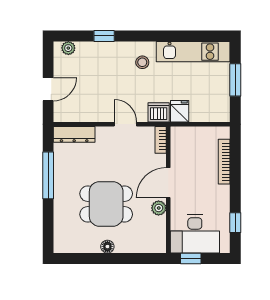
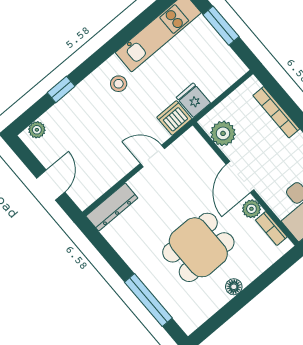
bookcase: (161, 140) -> (271, 228), moved
plant: (180, 147) -> (223, 133), added
window: (48, 175) -> (148, 300), moved

